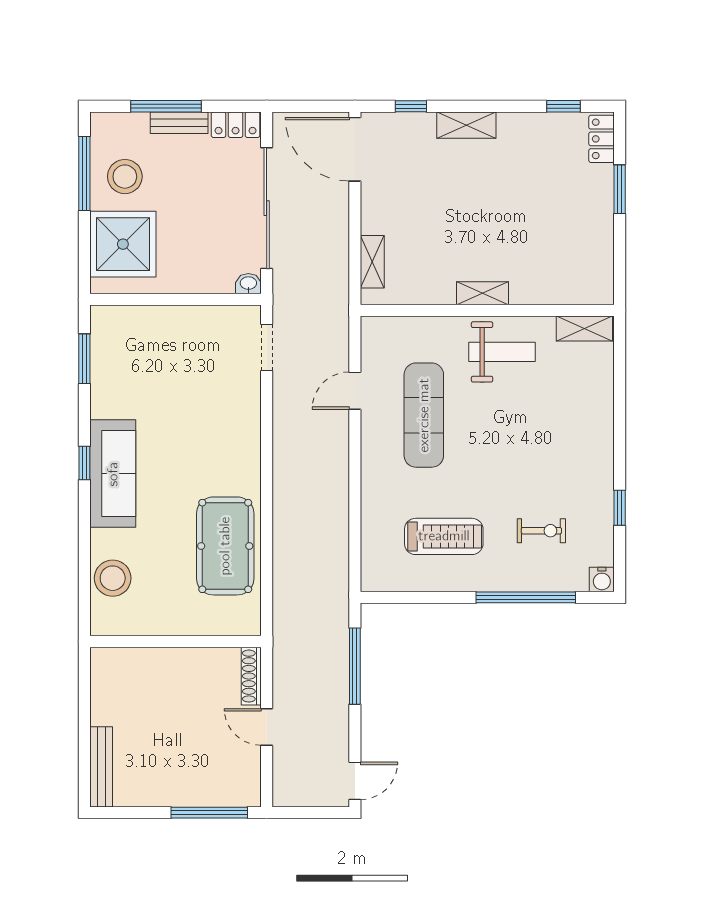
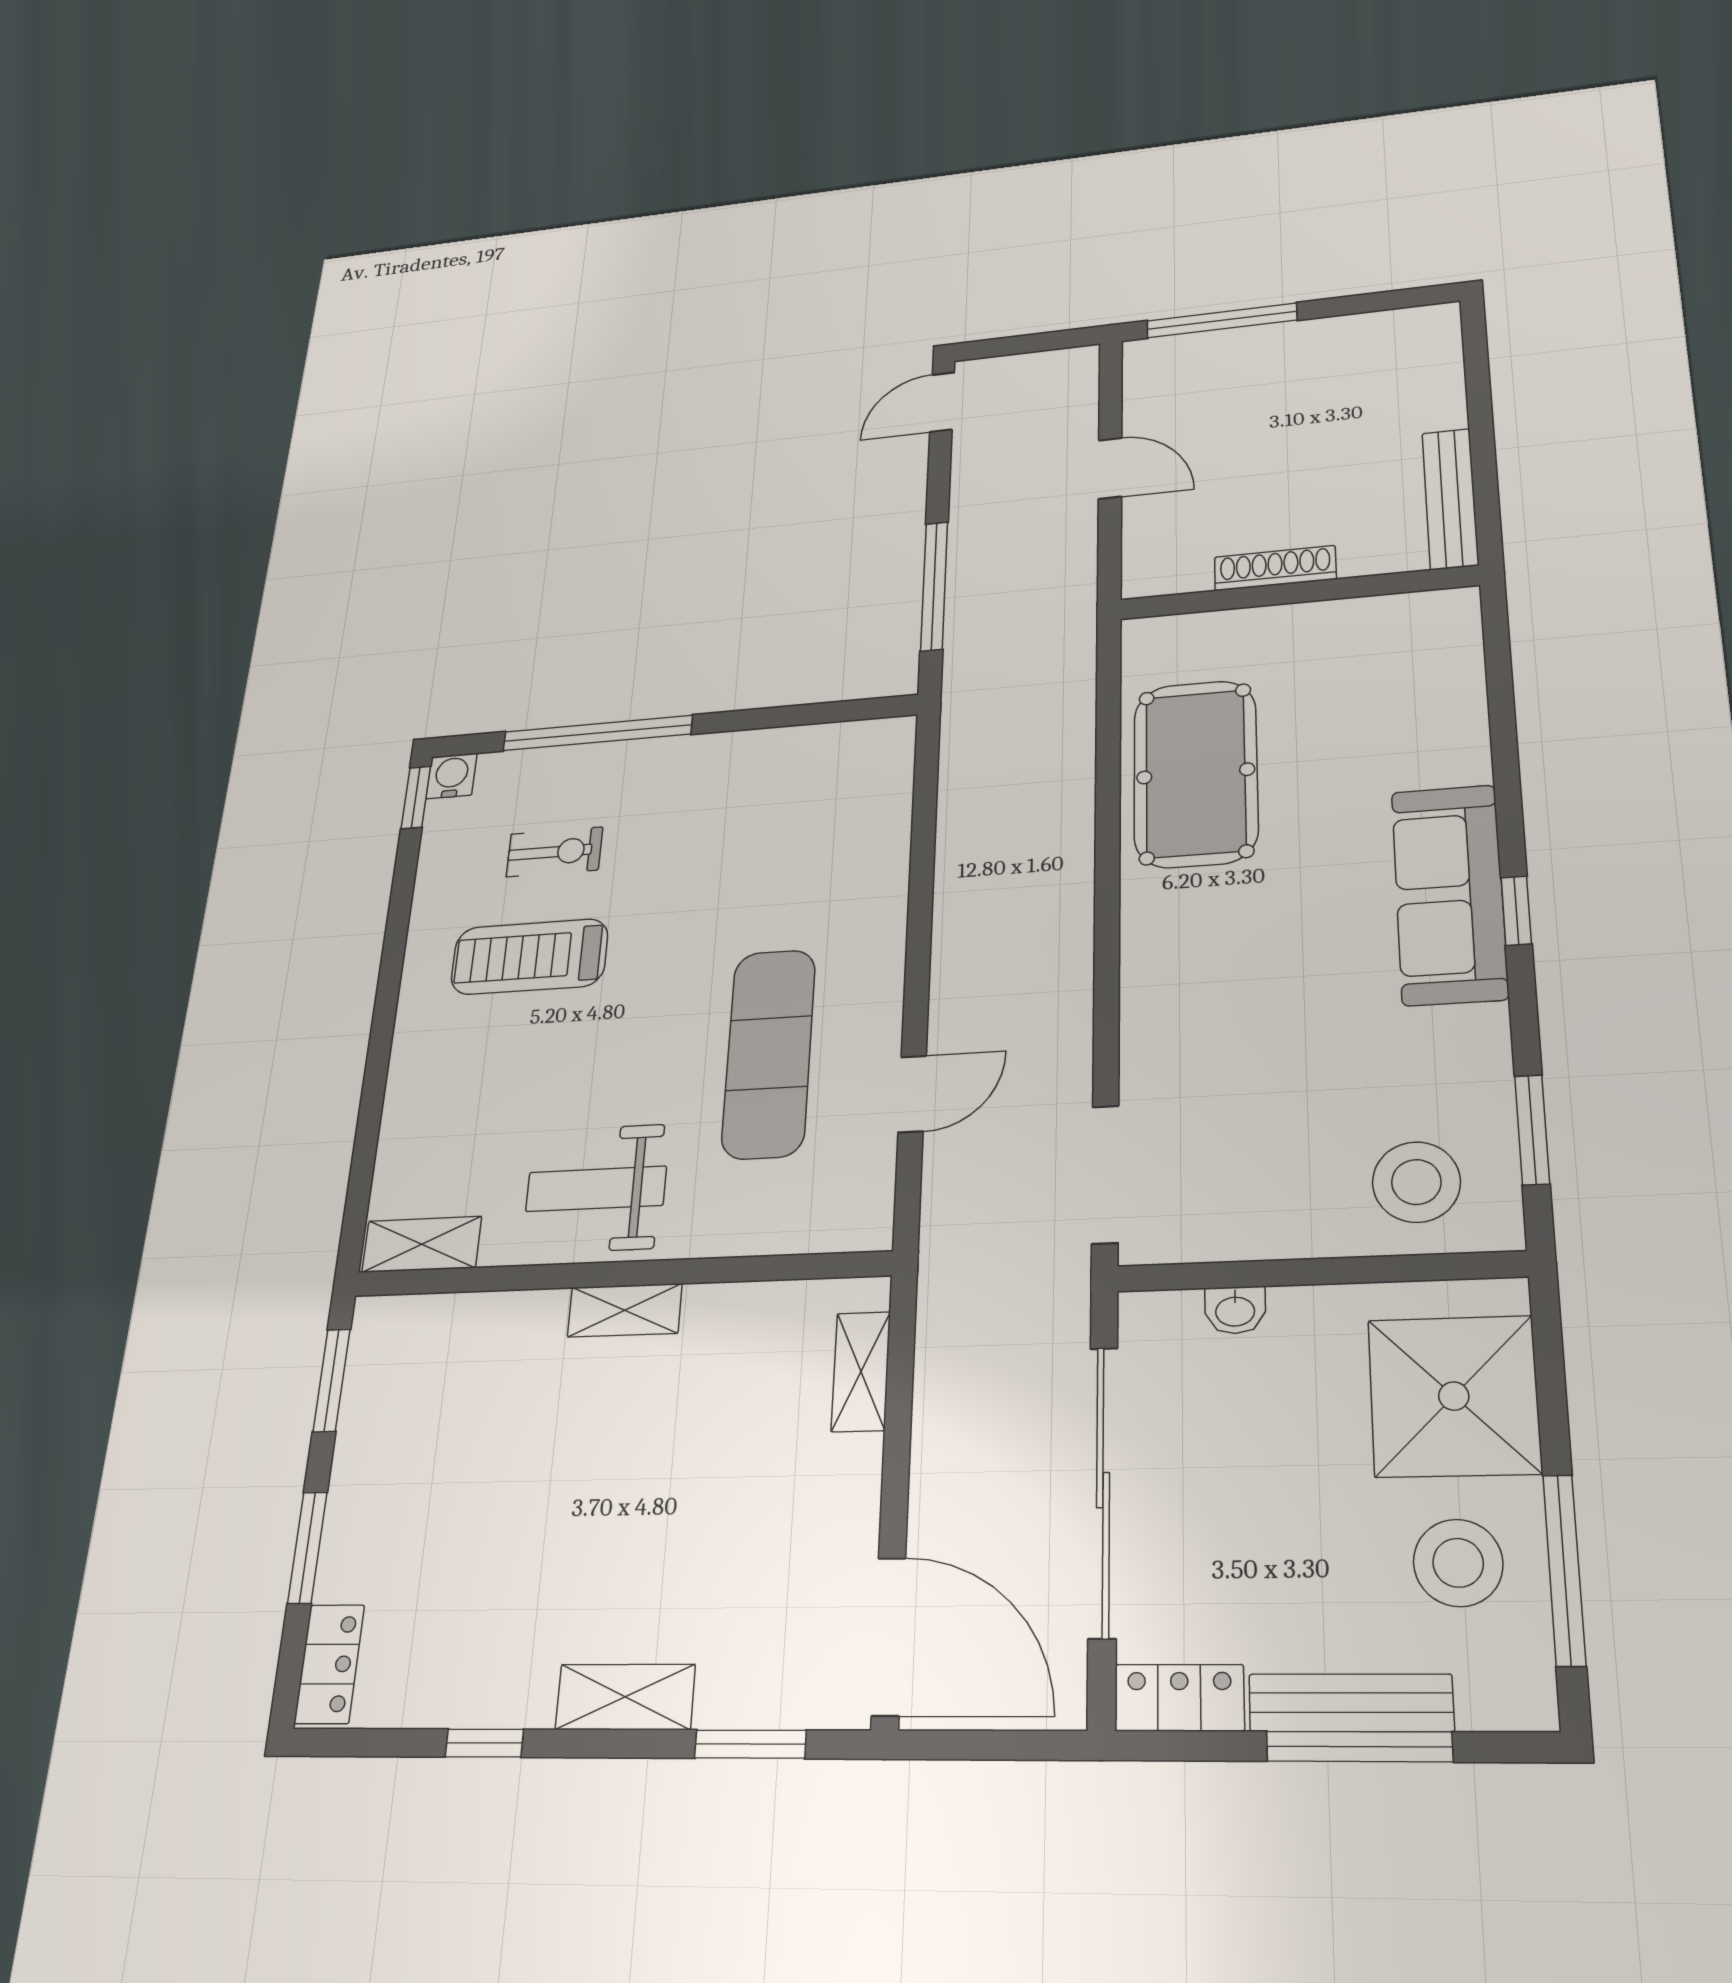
window: (411, 106) -> (750, 1744), width x1.50
window: (564, 106) -> (484, 1743), moved
bench: (179, 123) -> (1351, 1703), width x1.36
window: (620, 265) -> (332, 1380), added
washbasin: (248, 284) -> (1235, 1310), moved
doorway: (267, 348) -> (1105, 1174), width x1.38
window: (620, 508) -> (416, 797), moved
exercise bike: (541, 531) -> (554, 852), turned 180
treadmill: (444, 536) -> (529, 957), moved
stool: (113, 578) -> (1416, 1182), moved
shoe rack: (251, 676) -> (1275, 568), moved, turned -90
bench: (101, 767) -> (1450, 499), moved

